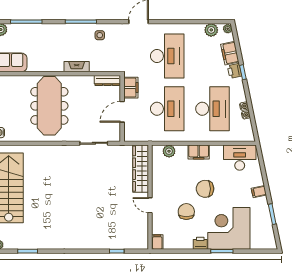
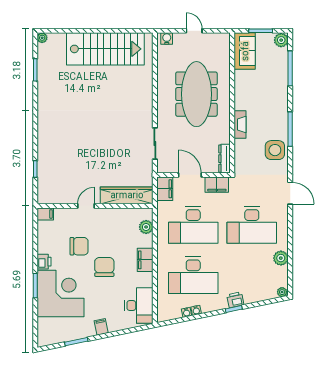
plant: (211, 30) -> (281, 258), moved
side table: (100, 35) -> (275, 150), width x1.87, depth x1.87
filing cabinet: (230, 53) -> (165, 189), moved, turned 102
meeting table: (49, 106) -> (196, 94), turned 90

